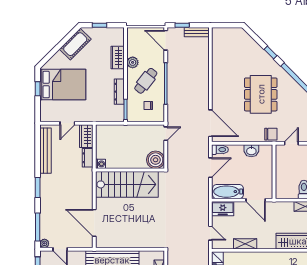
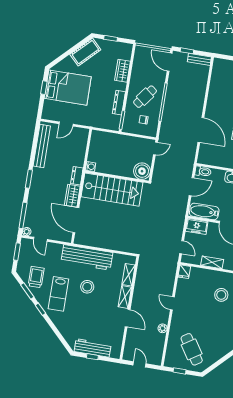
plant: (133, 62) -> (136, 78), removed
door: (210, 123) -> (201, 130), moved
wardrobe: (86, 136) -> (72, 196), moved
dresser: (88, 158) -> (77, 176), moved

